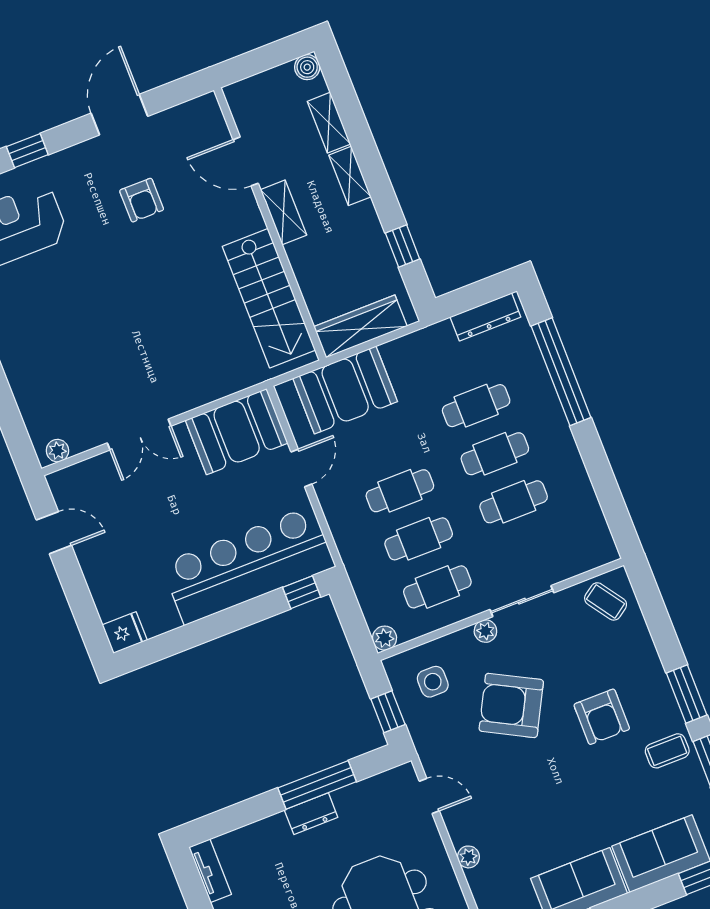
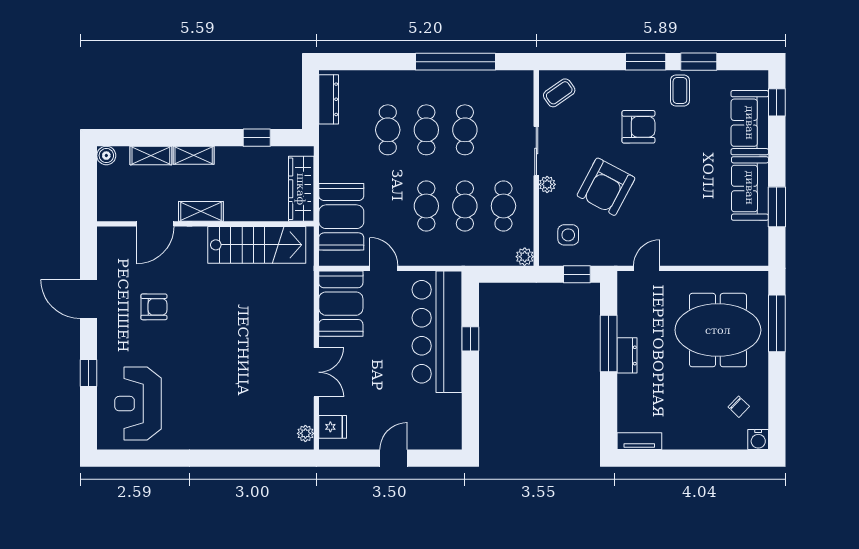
window: (561, 372) -> (455, 62), moved
door: (54, 533) -> (394, 458), moved
window: (302, 592) -> (470, 339), moved
fridge: (125, 633) -> (333, 427), moved, turned 90
plant: (468, 857) -> (700, 258), removed

